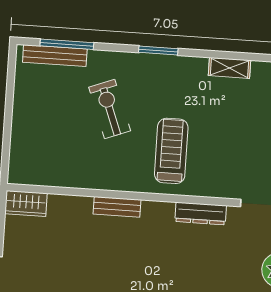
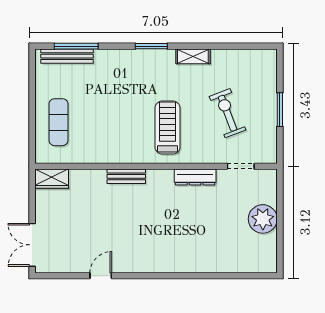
shelving: (229, 68) -> (193, 56), moved
exercise bike: (110, 109) -> (228, 113), moved
exercise mat: (39, 135) -> (59, 122), added

